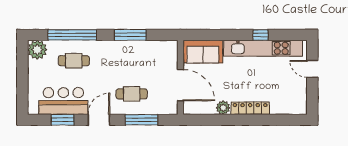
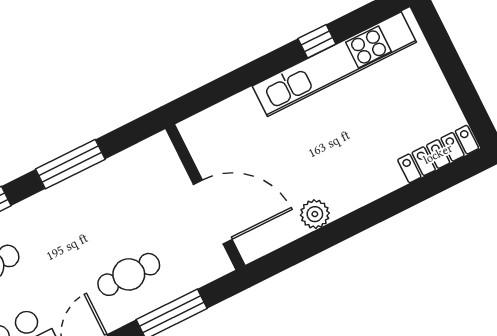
sofa: (203, 52) -> (224, 127), removed
door: (312, 69) -> (447, 57), removed
locker: (250, 108) -> (438, 154), moved

